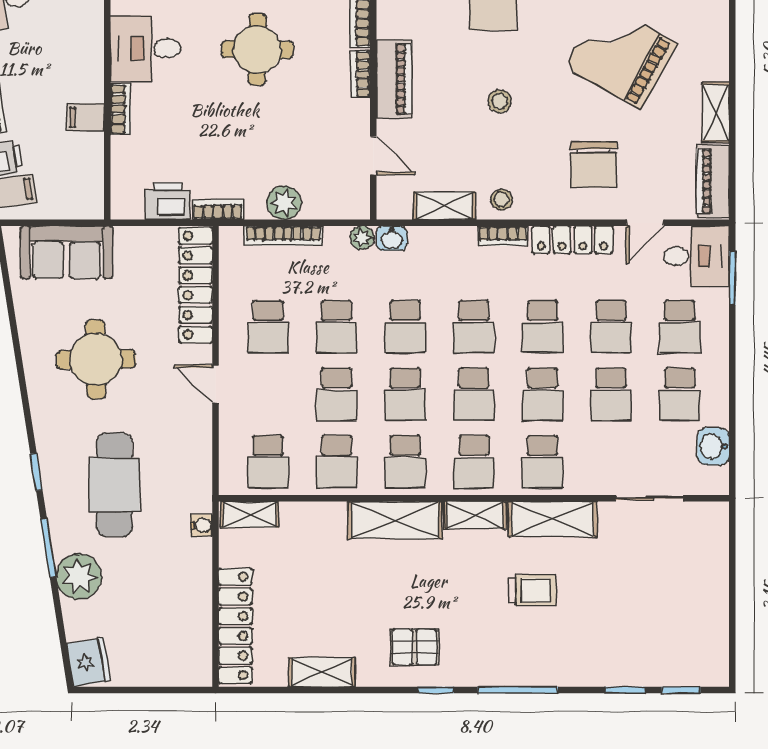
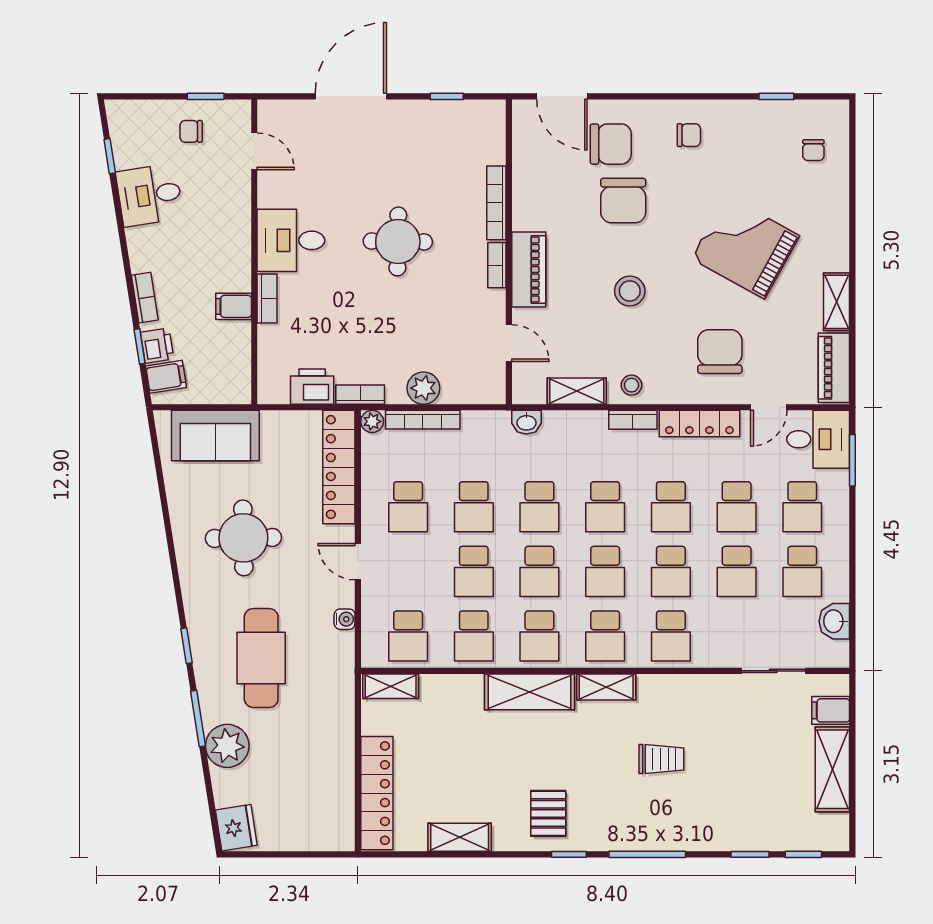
stool: (500, 101) -> (630, 291), width x1.37, depth x1.37
chair: (594, 165) -> (720, 352), turned 180
plant: (362, 238) -> (372, 421), moved
shelving: (553, 519) -> (832, 769), moved, turned 90
water cooler: (202, 525) -> (345, 619), moved
filing cabinet: (710, 540) -> (831, 710), added
pallet: (414, 647) -> (548, 813), turned 90

